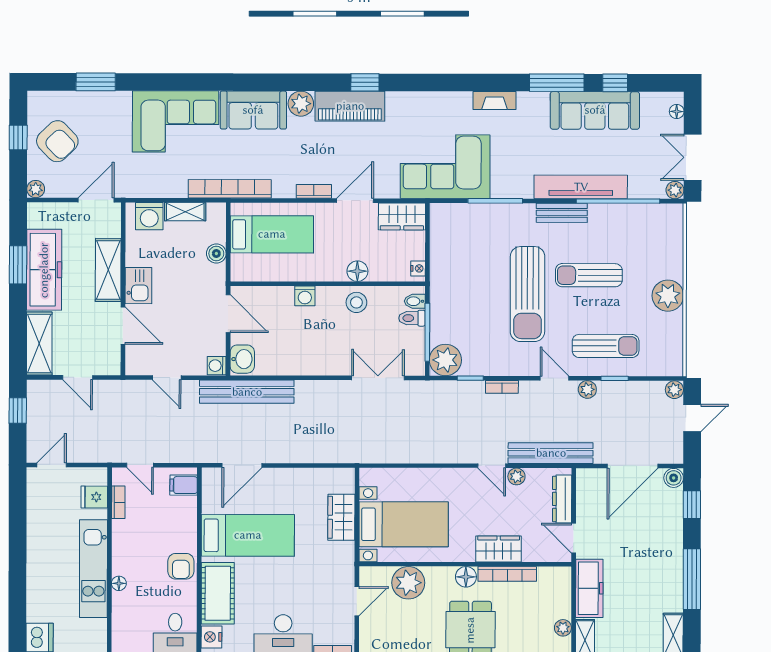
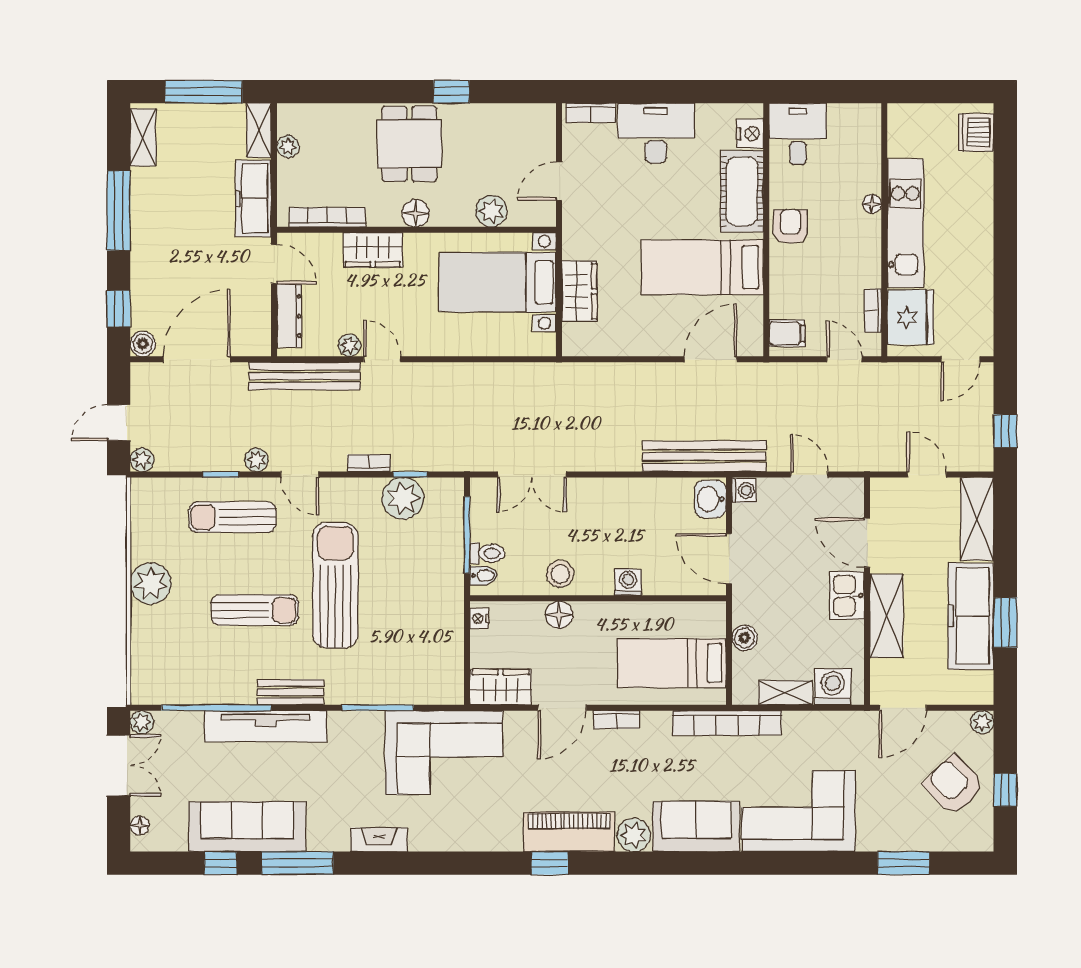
plant: (445, 360) -> (403, 498), moved
fridge: (94, 497) -> (910, 317), width x1.88, depth x1.34
bookcase: (507, 574) -> (327, 217), moved
plant: (408, 583) -> (491, 211), width x0.73, depth x0.73

